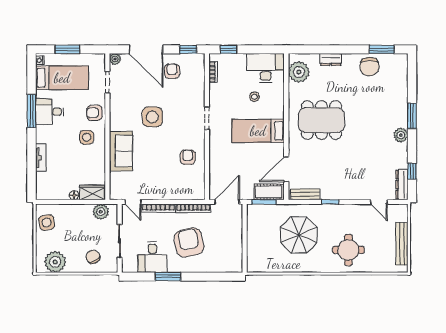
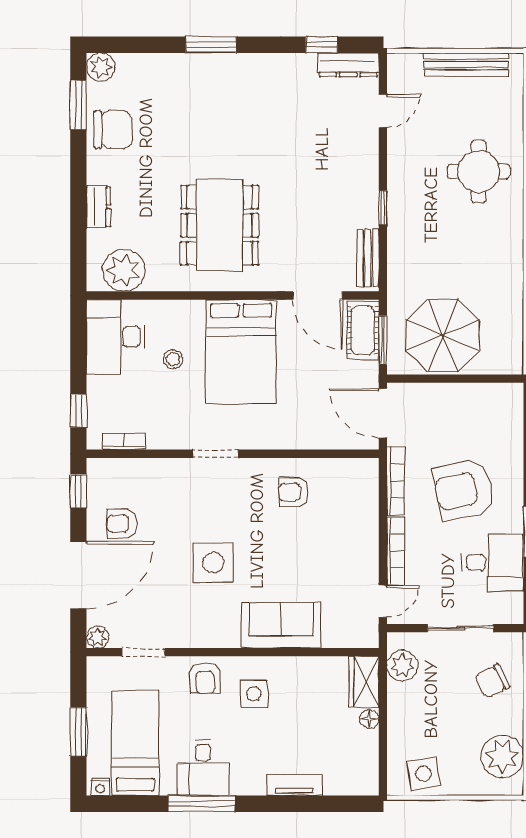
bed: (258, 131) -> (241, 352), width x1.50
plant: (401, 135) -> (101, 67), moved
parasol: (299, 235) -> (443, 335), moved

